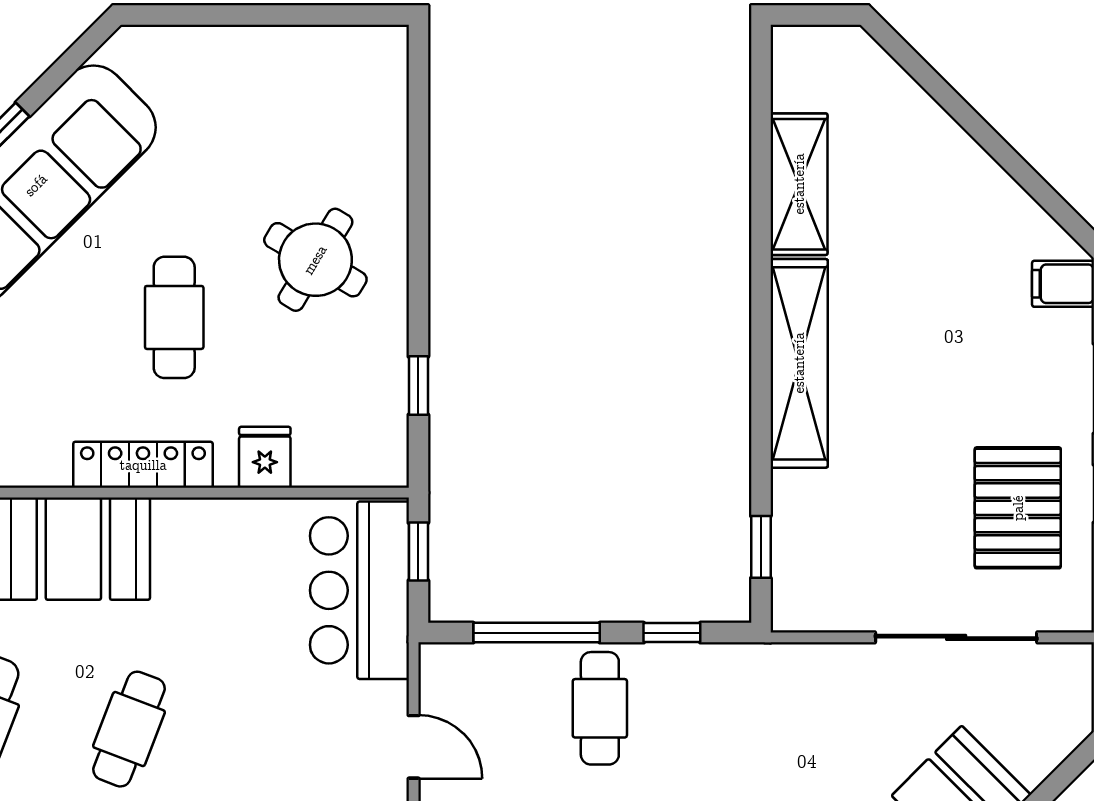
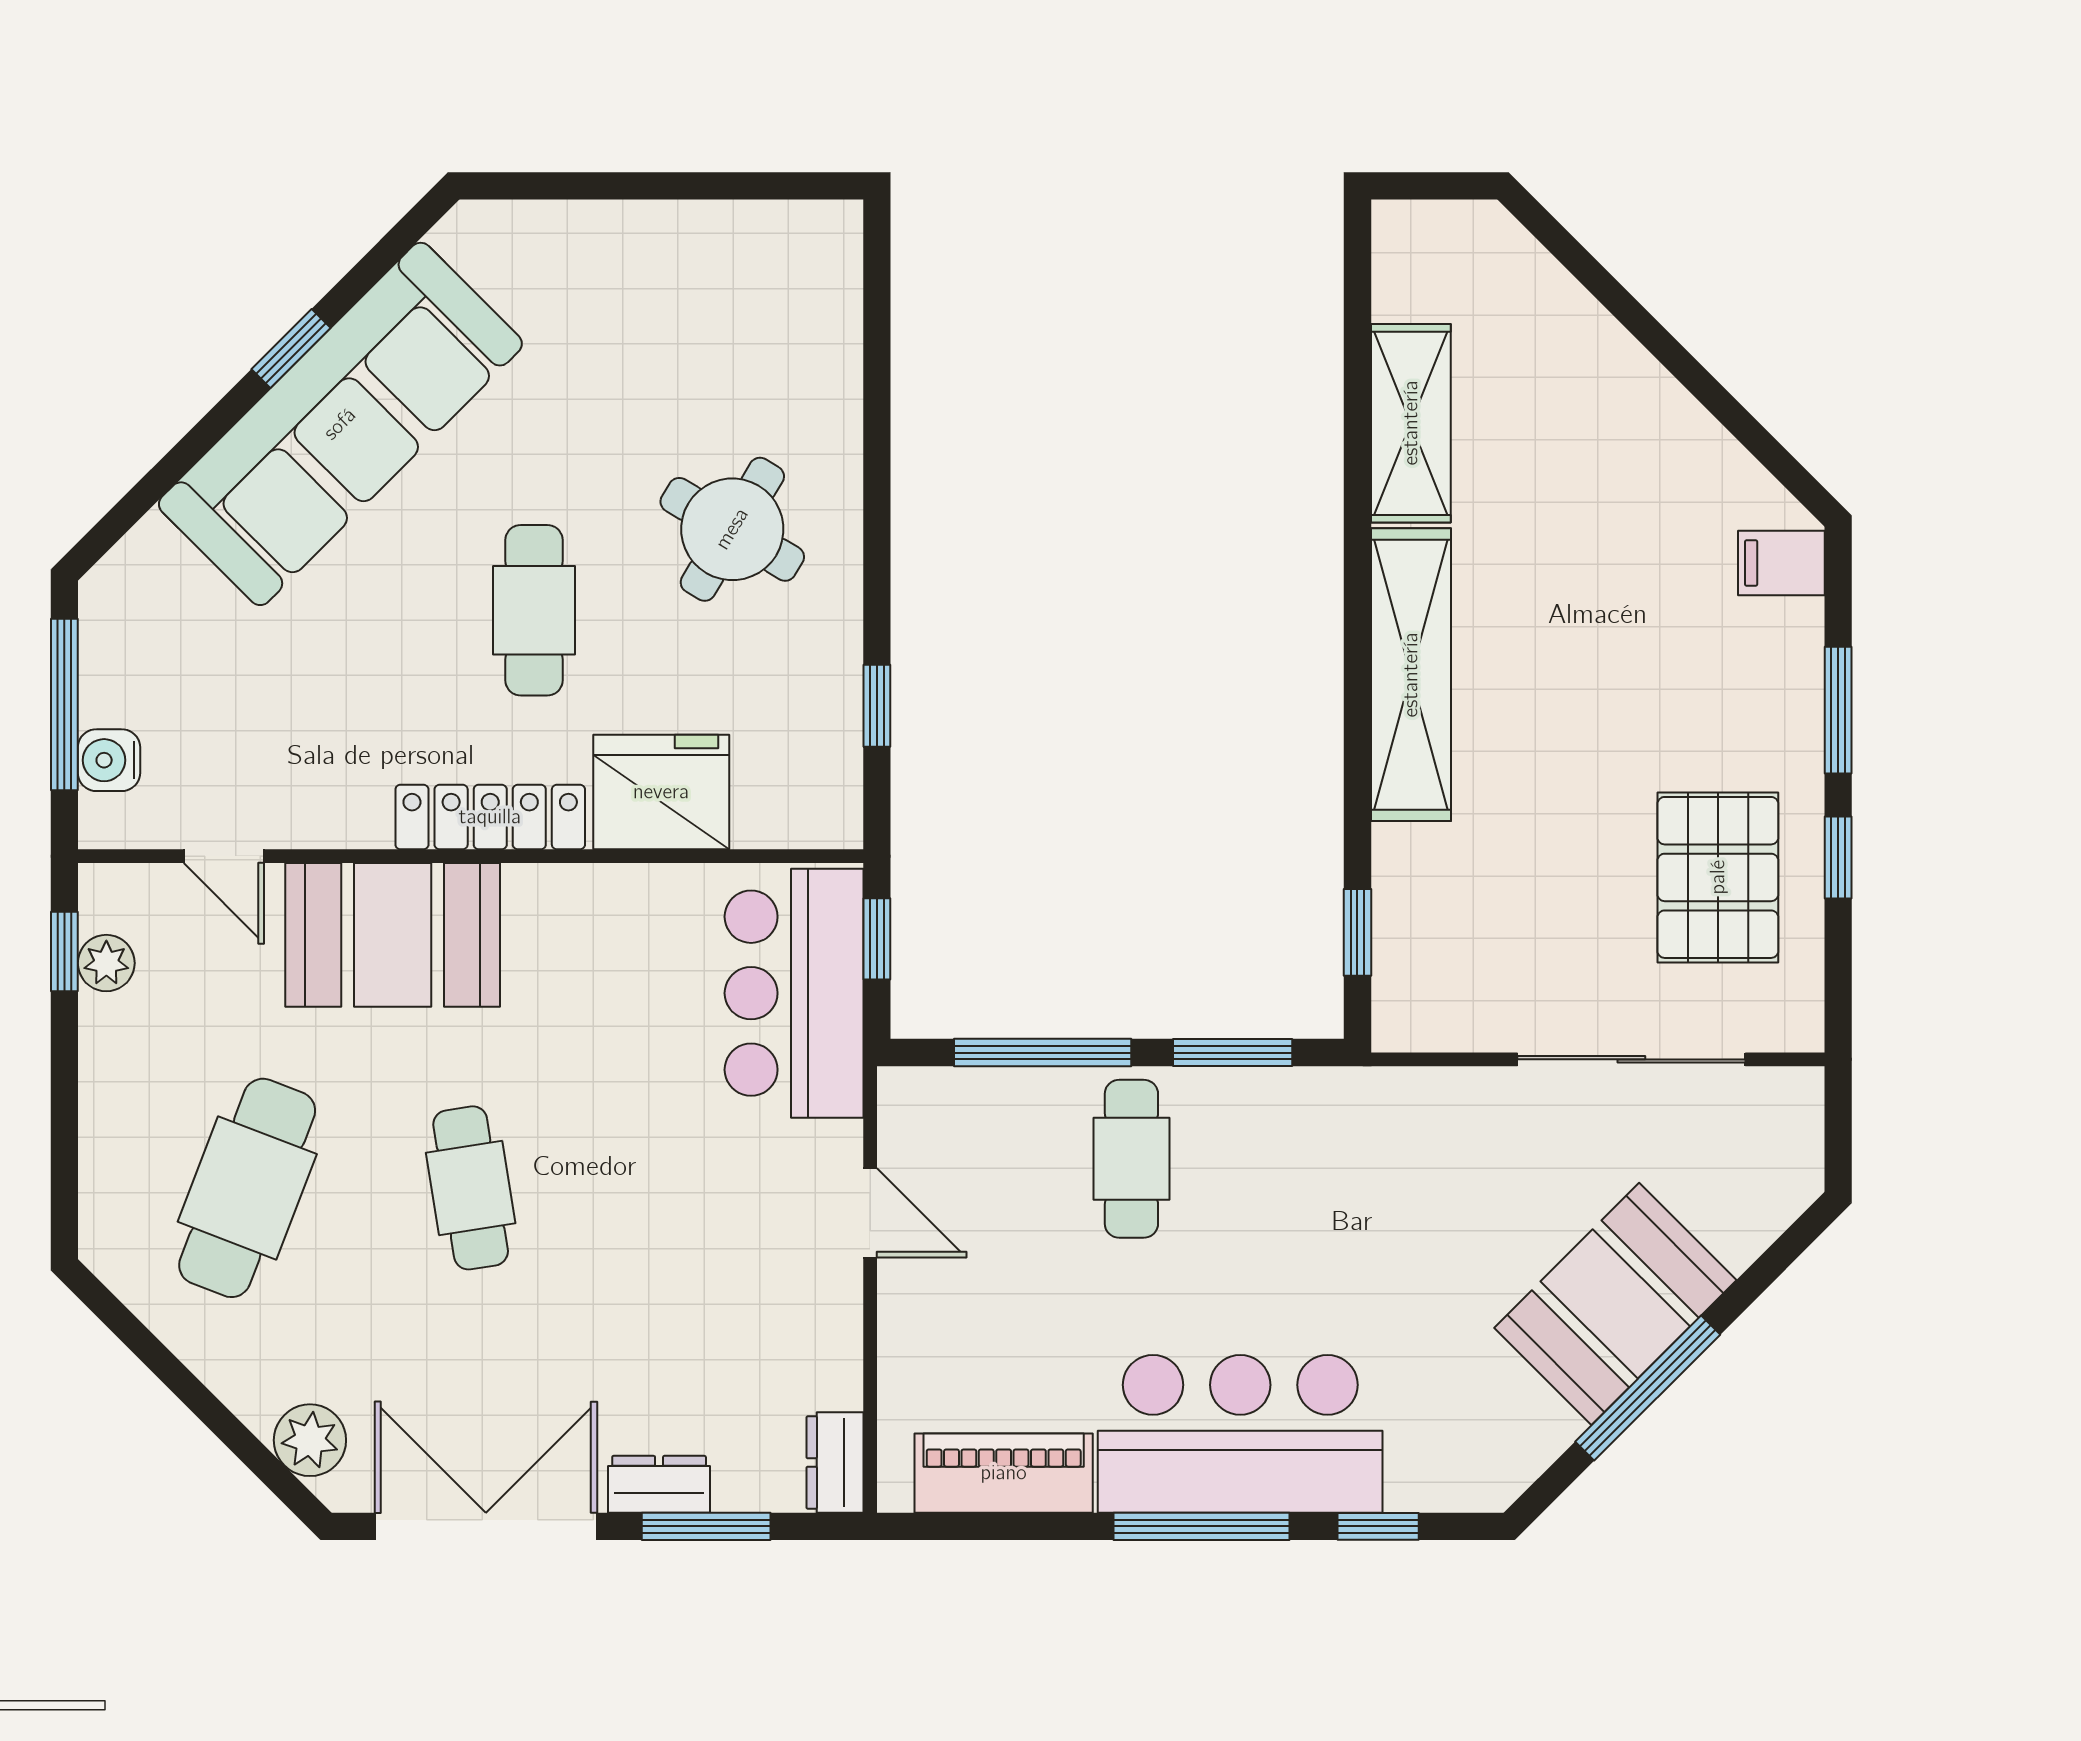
fridge: (265, 457) -> (661, 792), width x1.88, depth x1.34
window: (672, 633) -> (1233, 1053), width x1.50
cafe table: (129, 729) -> (471, 1188), turned -30

